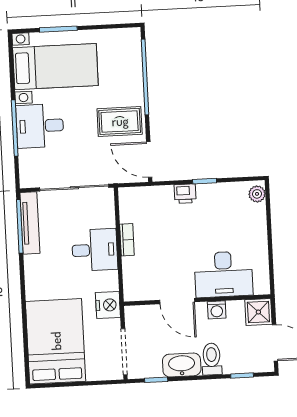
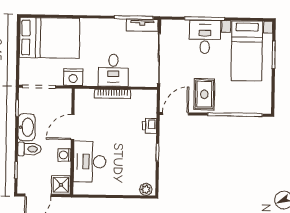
printer: (185, 194) -> (150, 126), moved
tv unit: (30, 223) -> (142, 25), width x0.71
bookcase: (127, 240) -> (113, 94), width x1.56

